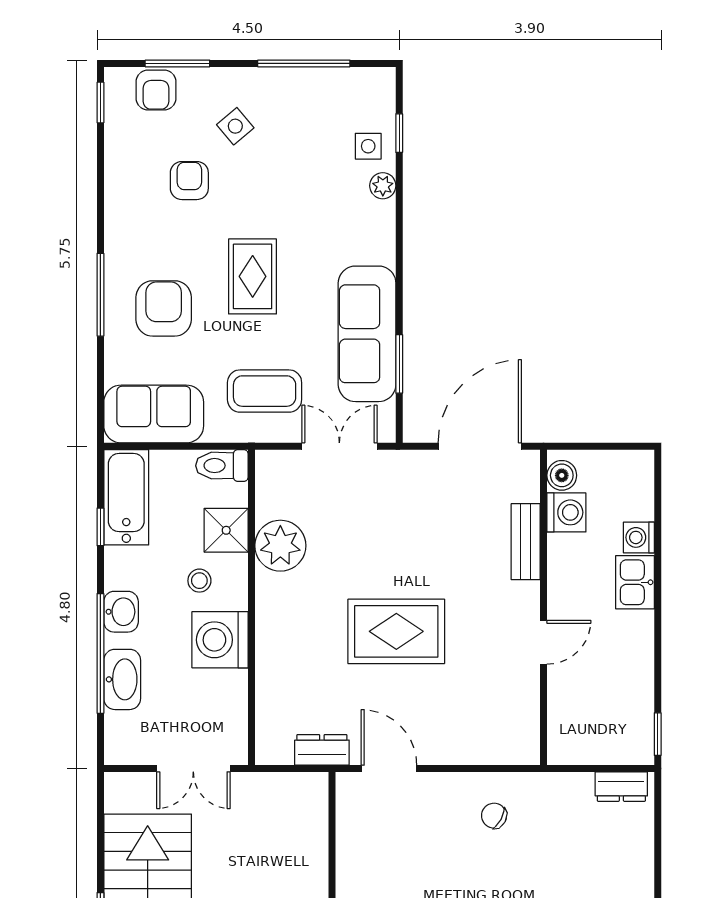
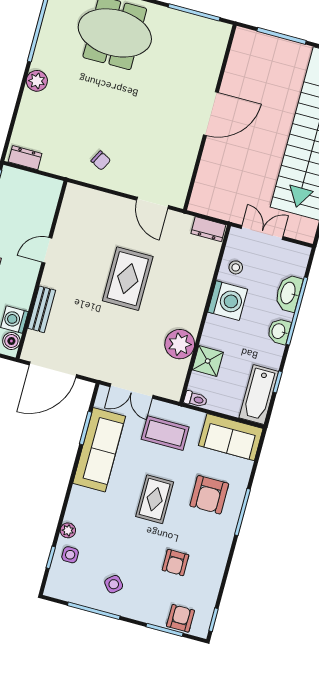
side table: (235, 126) -> (114, 584), moved
toilet: (222, 466) -> (196, 399), width x0.73, depth x0.72
stool: (199, 581) -> (236, 267), moved
rug: (396, 631) -> (128, 279), turned 90
dresser: (322, 750) -> (208, 229), moved

